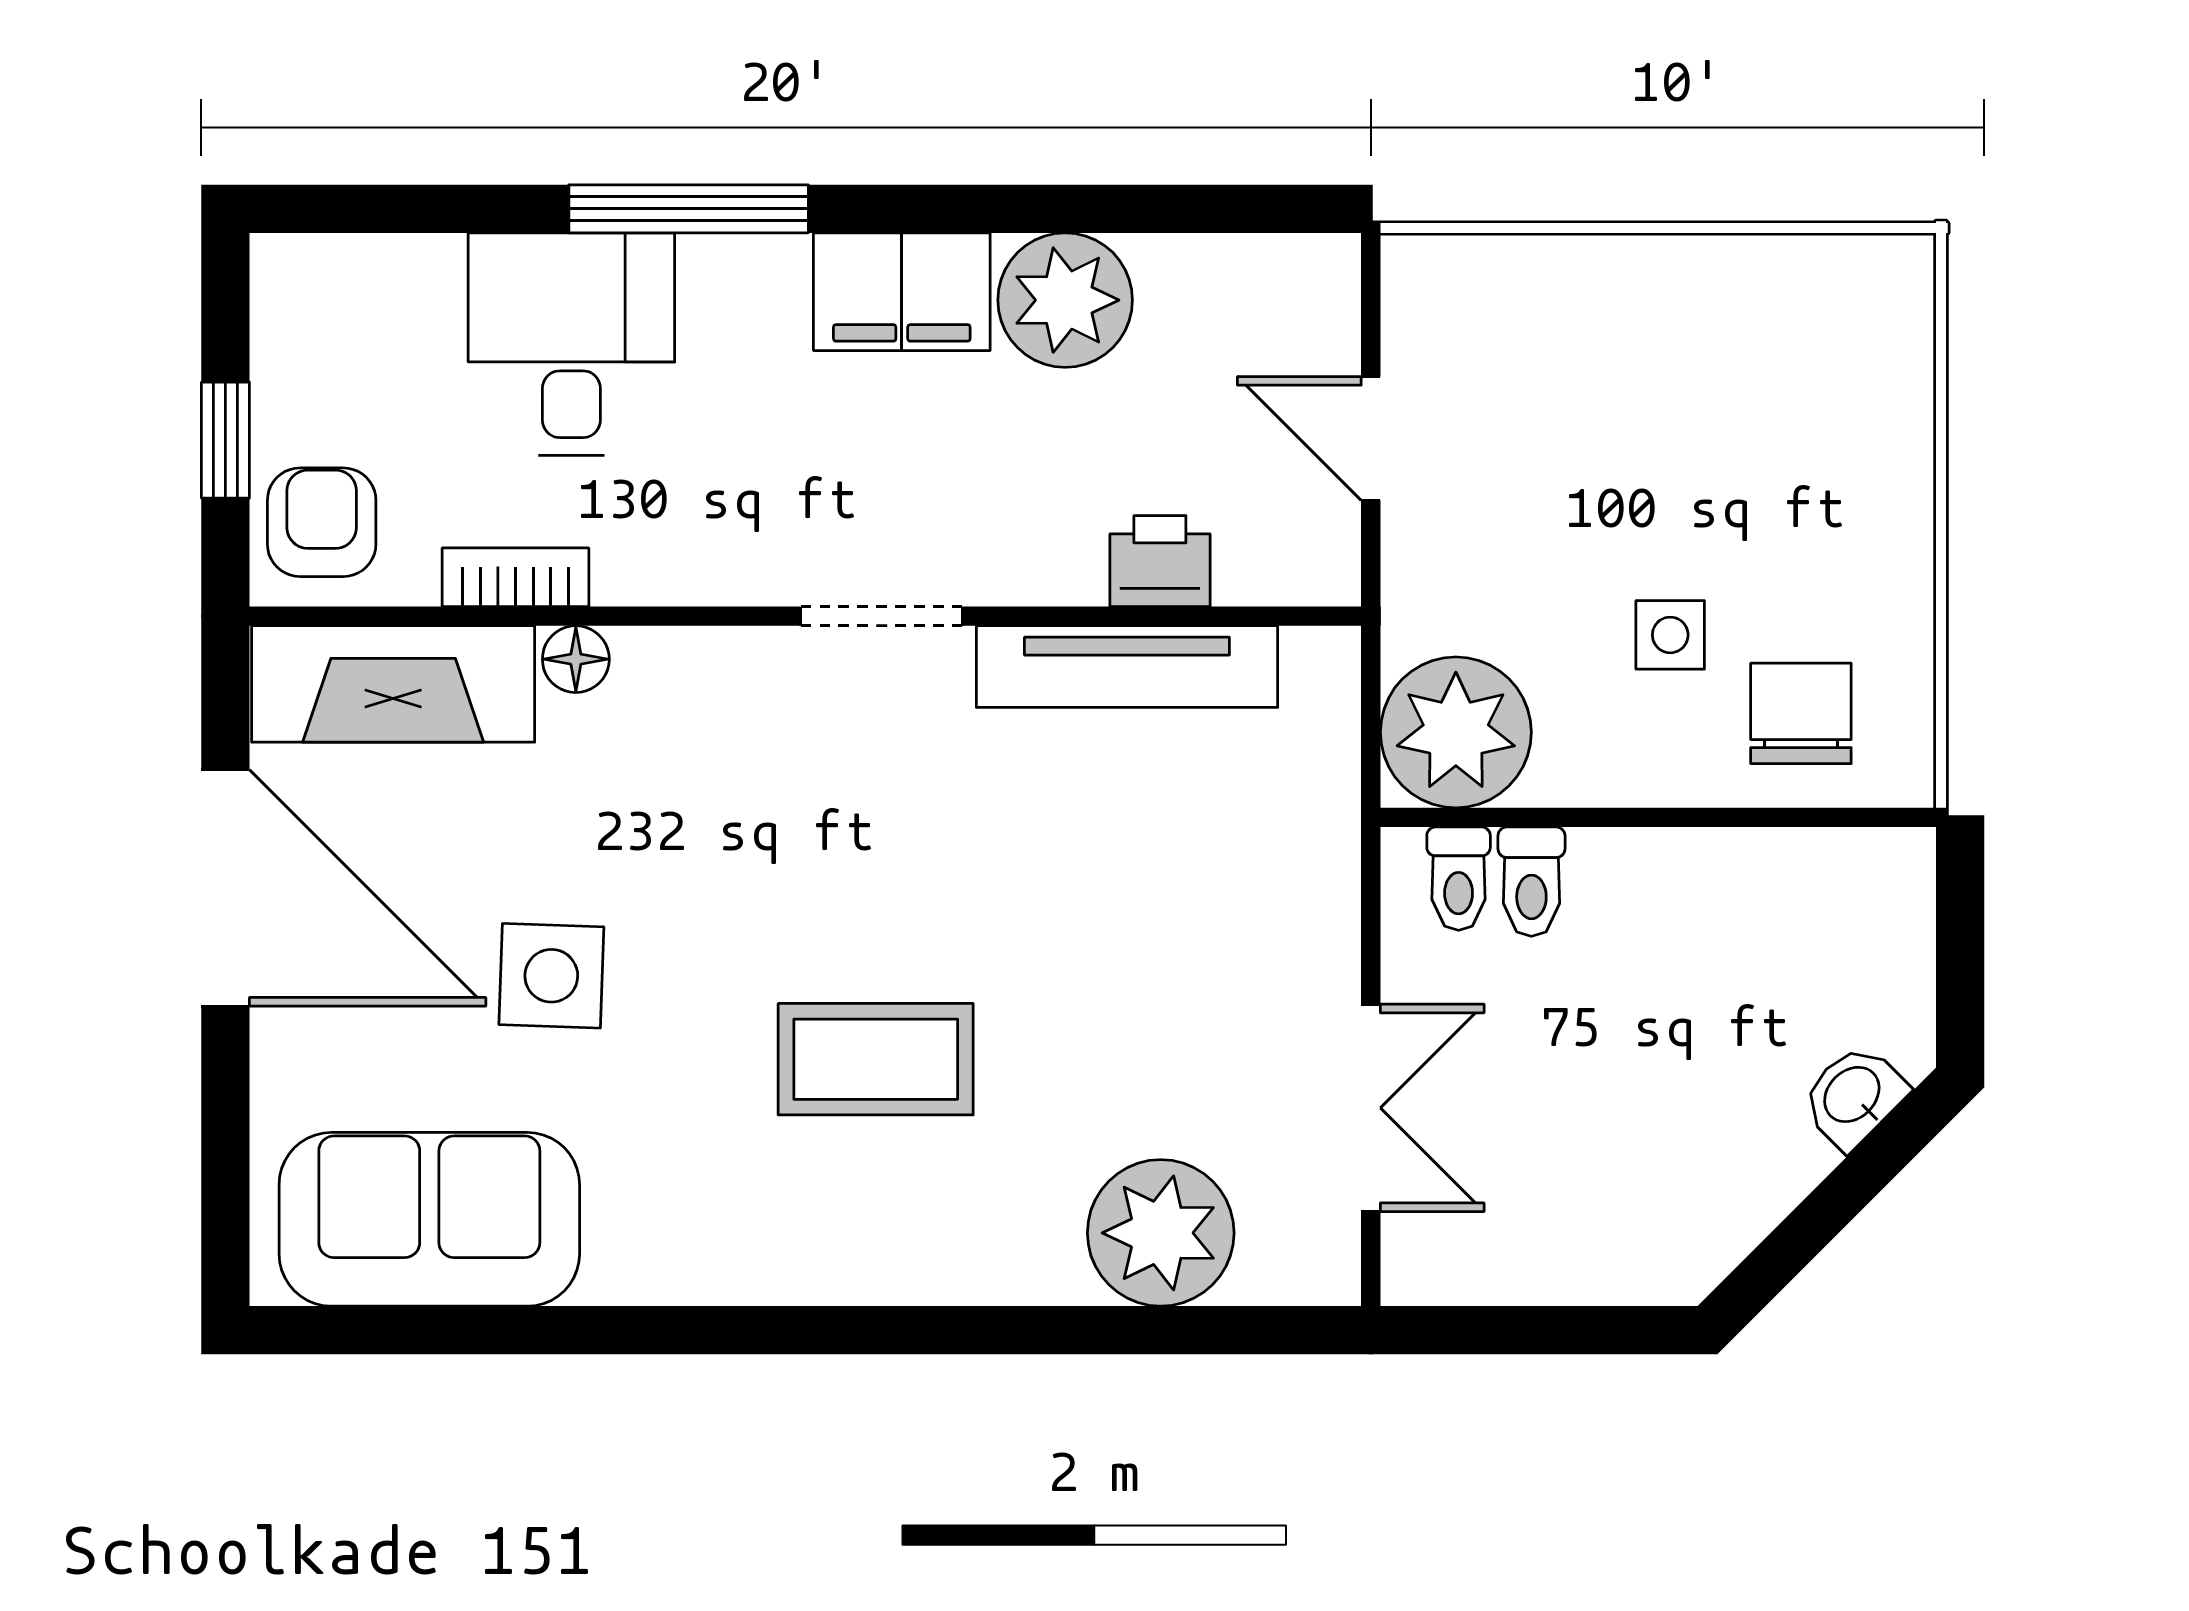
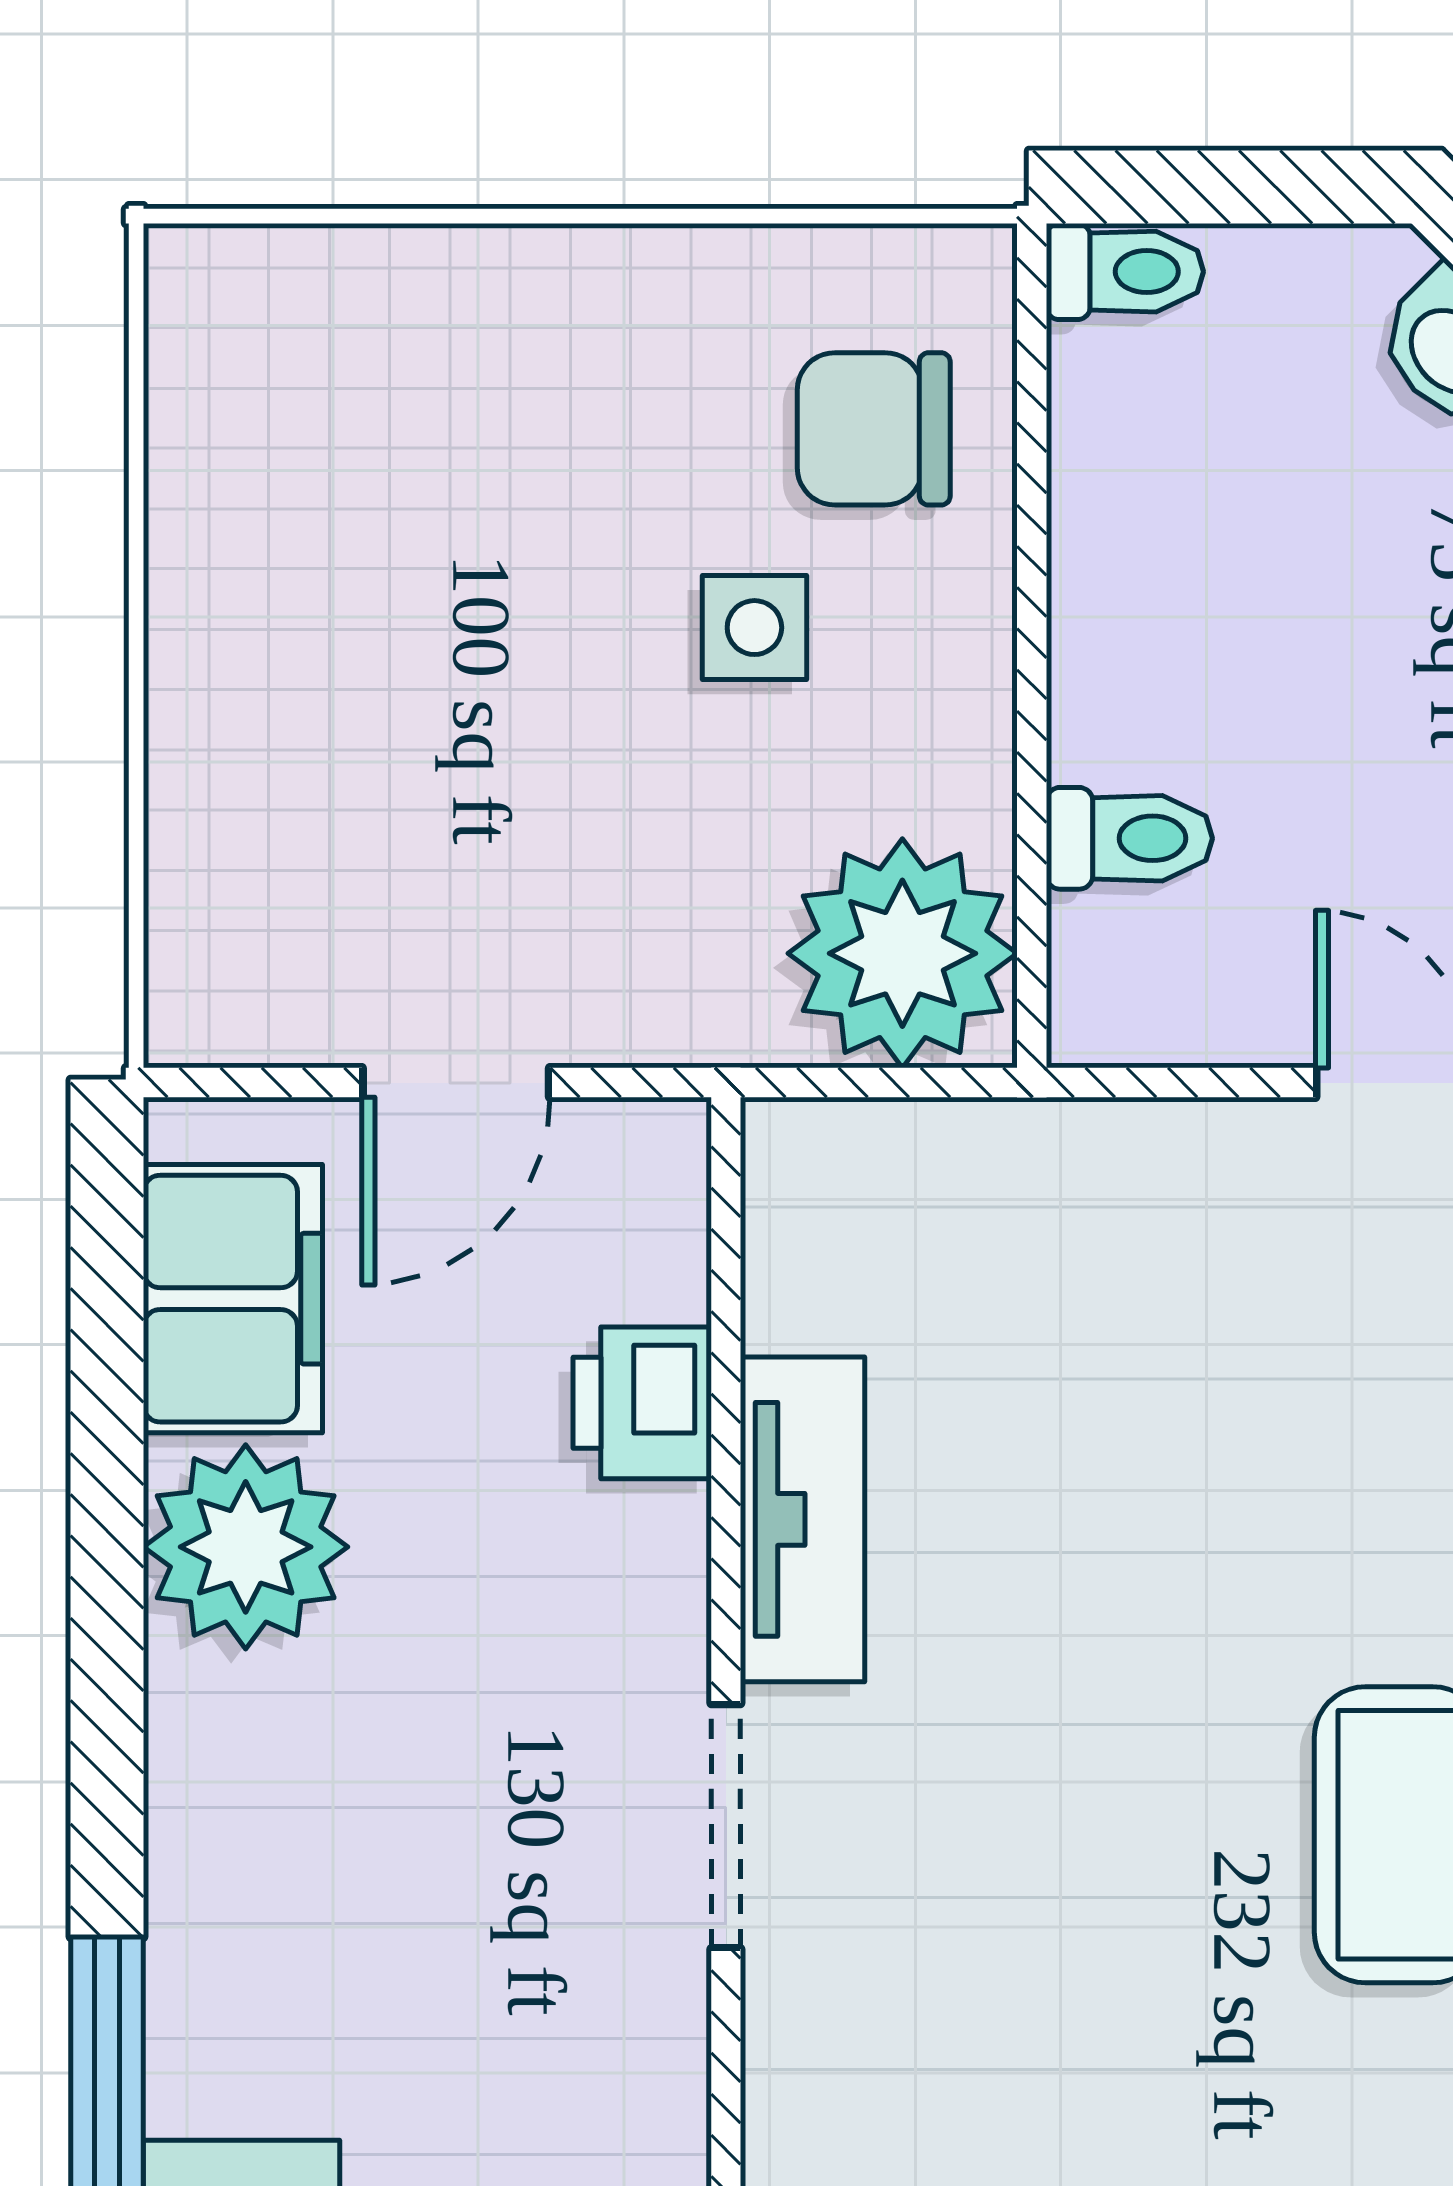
filing cabinet: (902, 292) -> (233, 1299), moved
tv unit: (1127, 667) -> (802, 1519), width x0.71
toilet: (1459, 879) -> (1125, 272), moved

